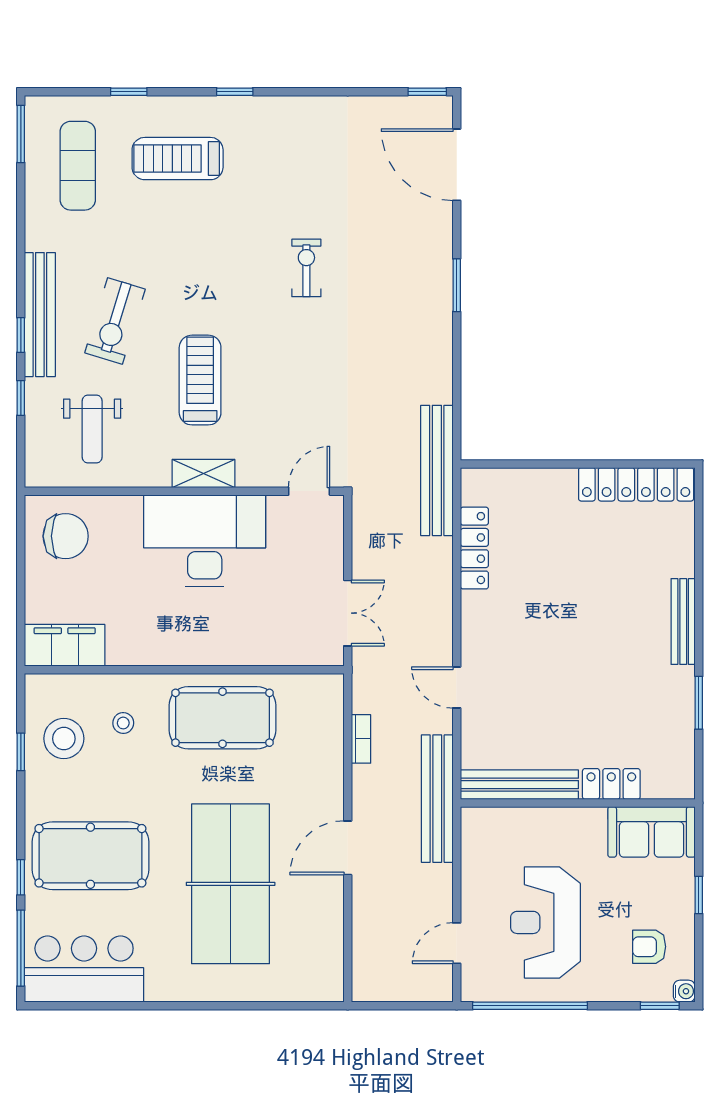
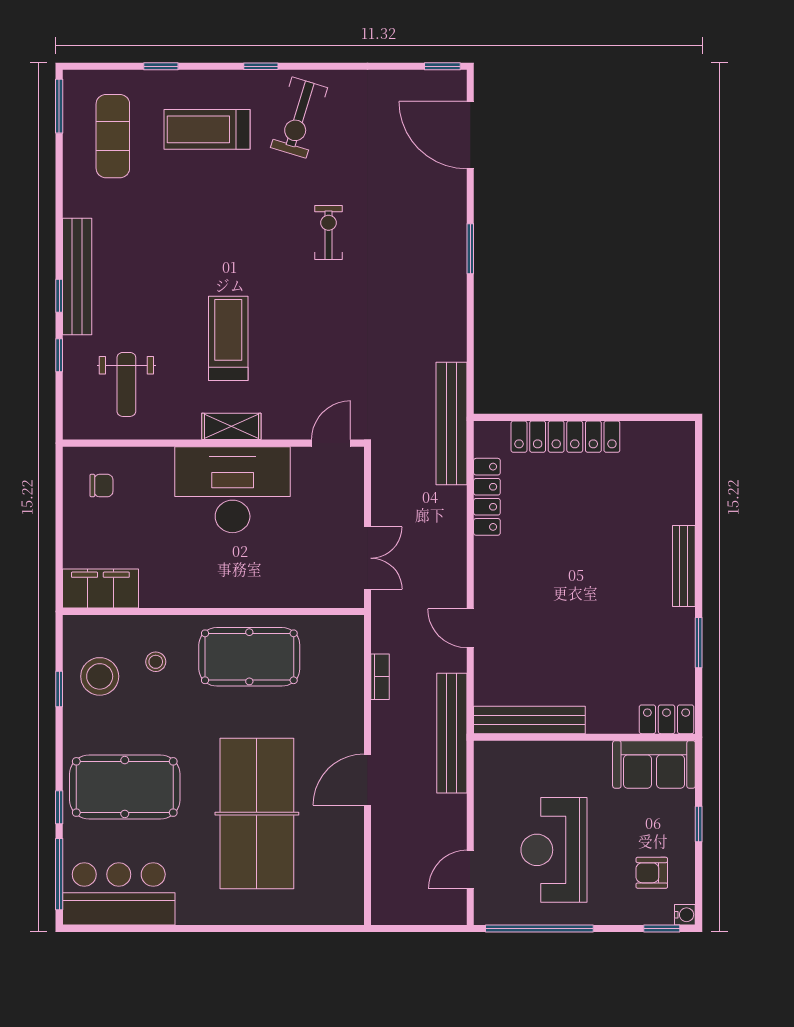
exercise bike: (115, 321) -> (299, 118), moved
locker: (636, 484) -> (565, 437), moved
chair: (66, 536) -> (101, 486), width x0.54, depth x0.54
locker: (611, 784) -> (667, 719), moved

